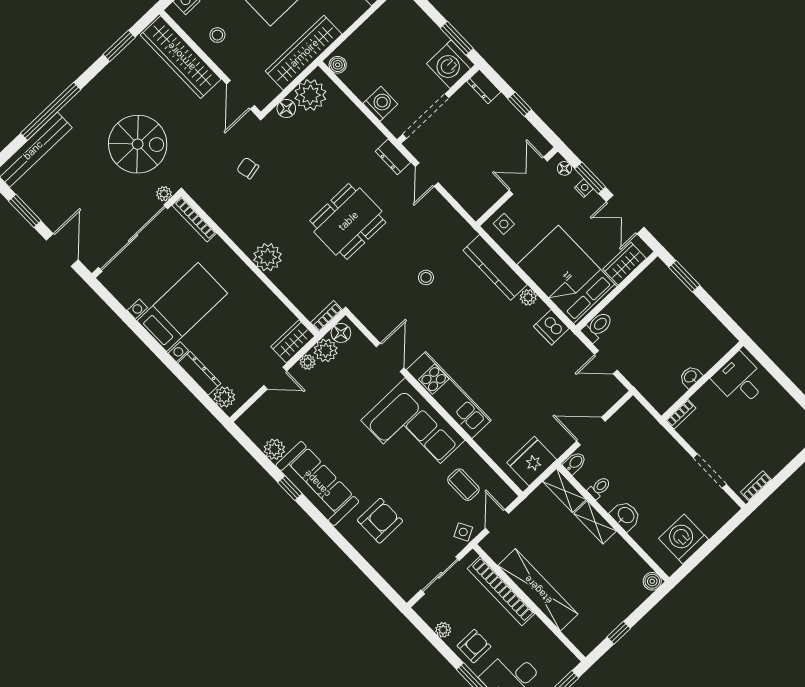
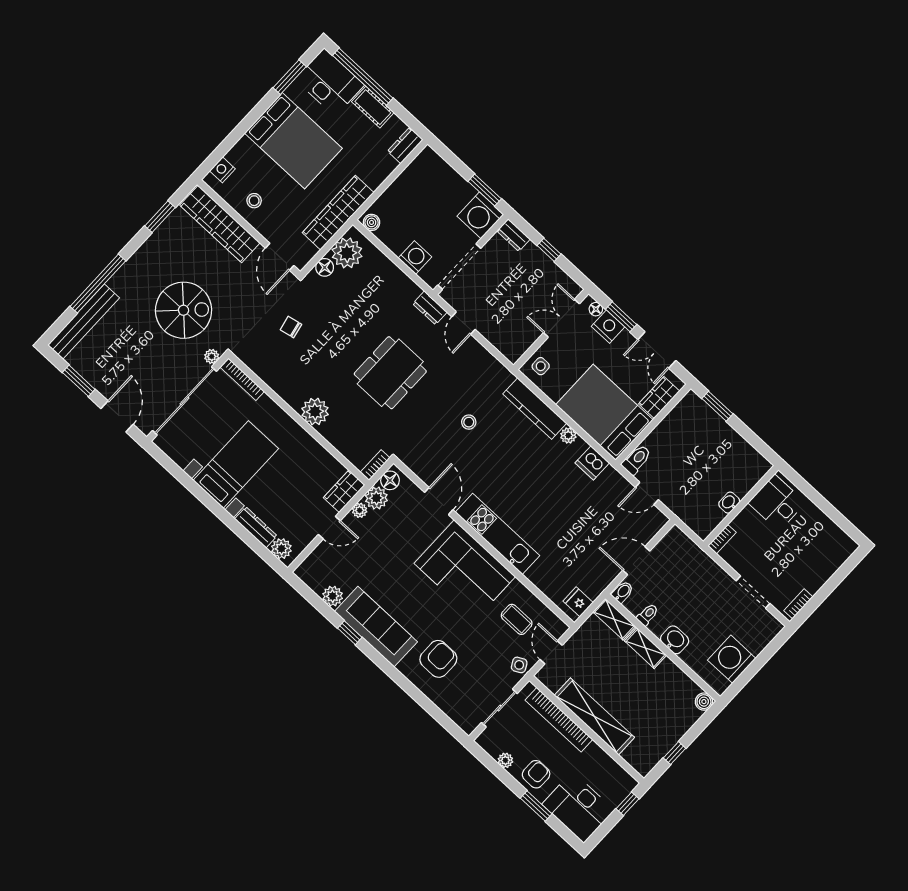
nightstand: (584, 188) -> (608, 327), width x1.89, depth x1.79
fridge: (532, 461) -> (578, 602), width x0.53, depth x0.75

